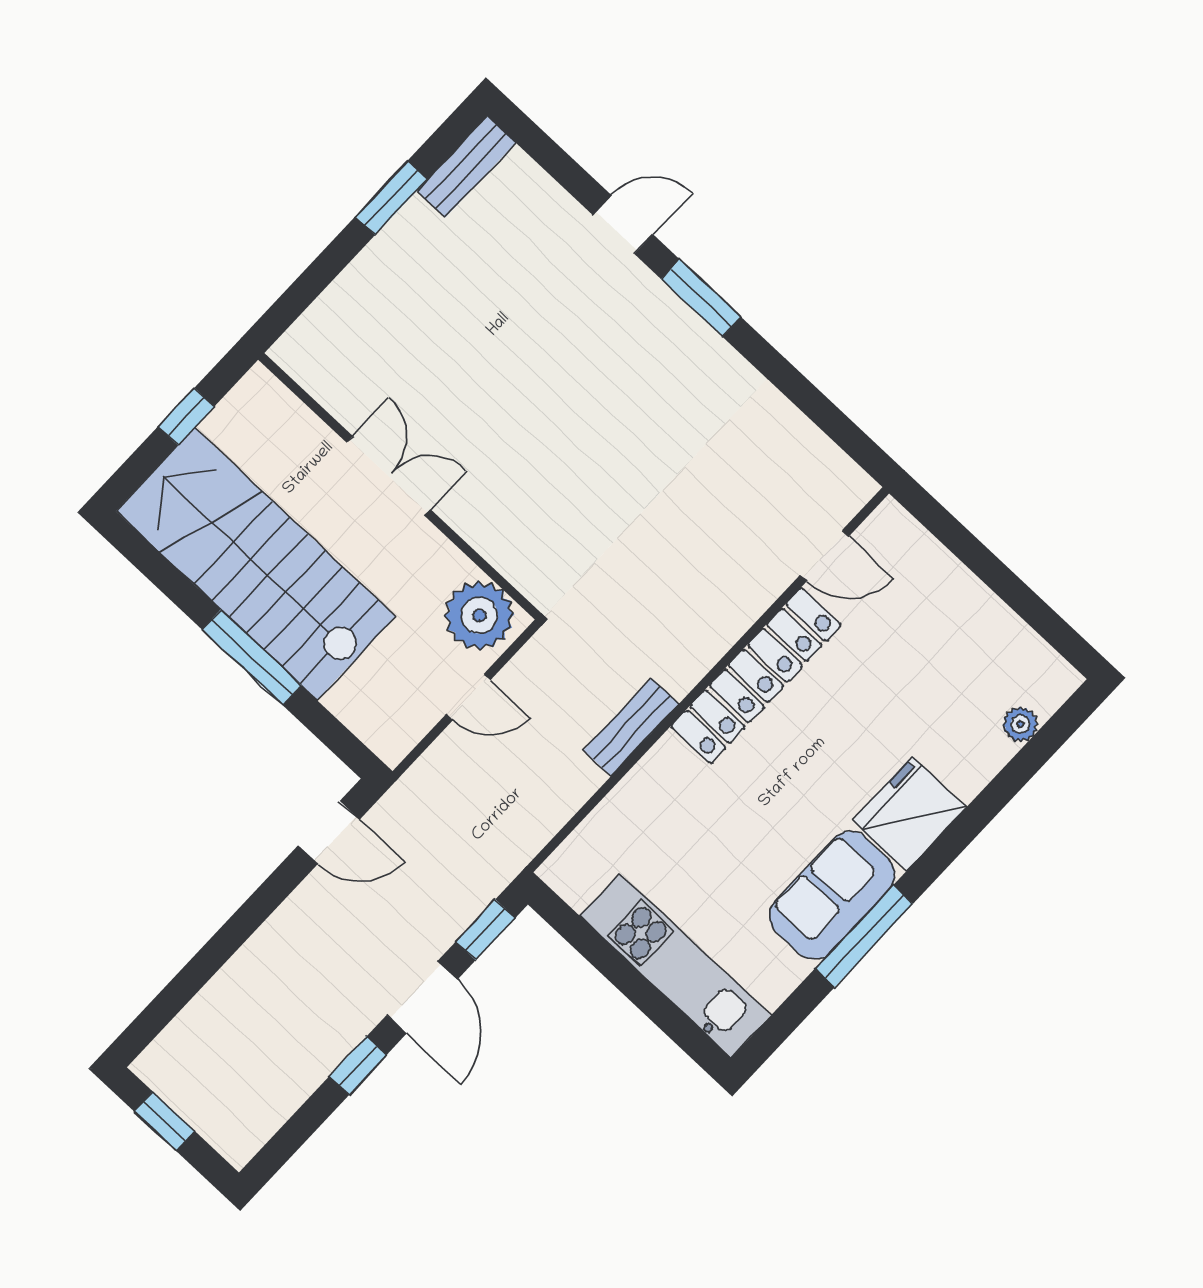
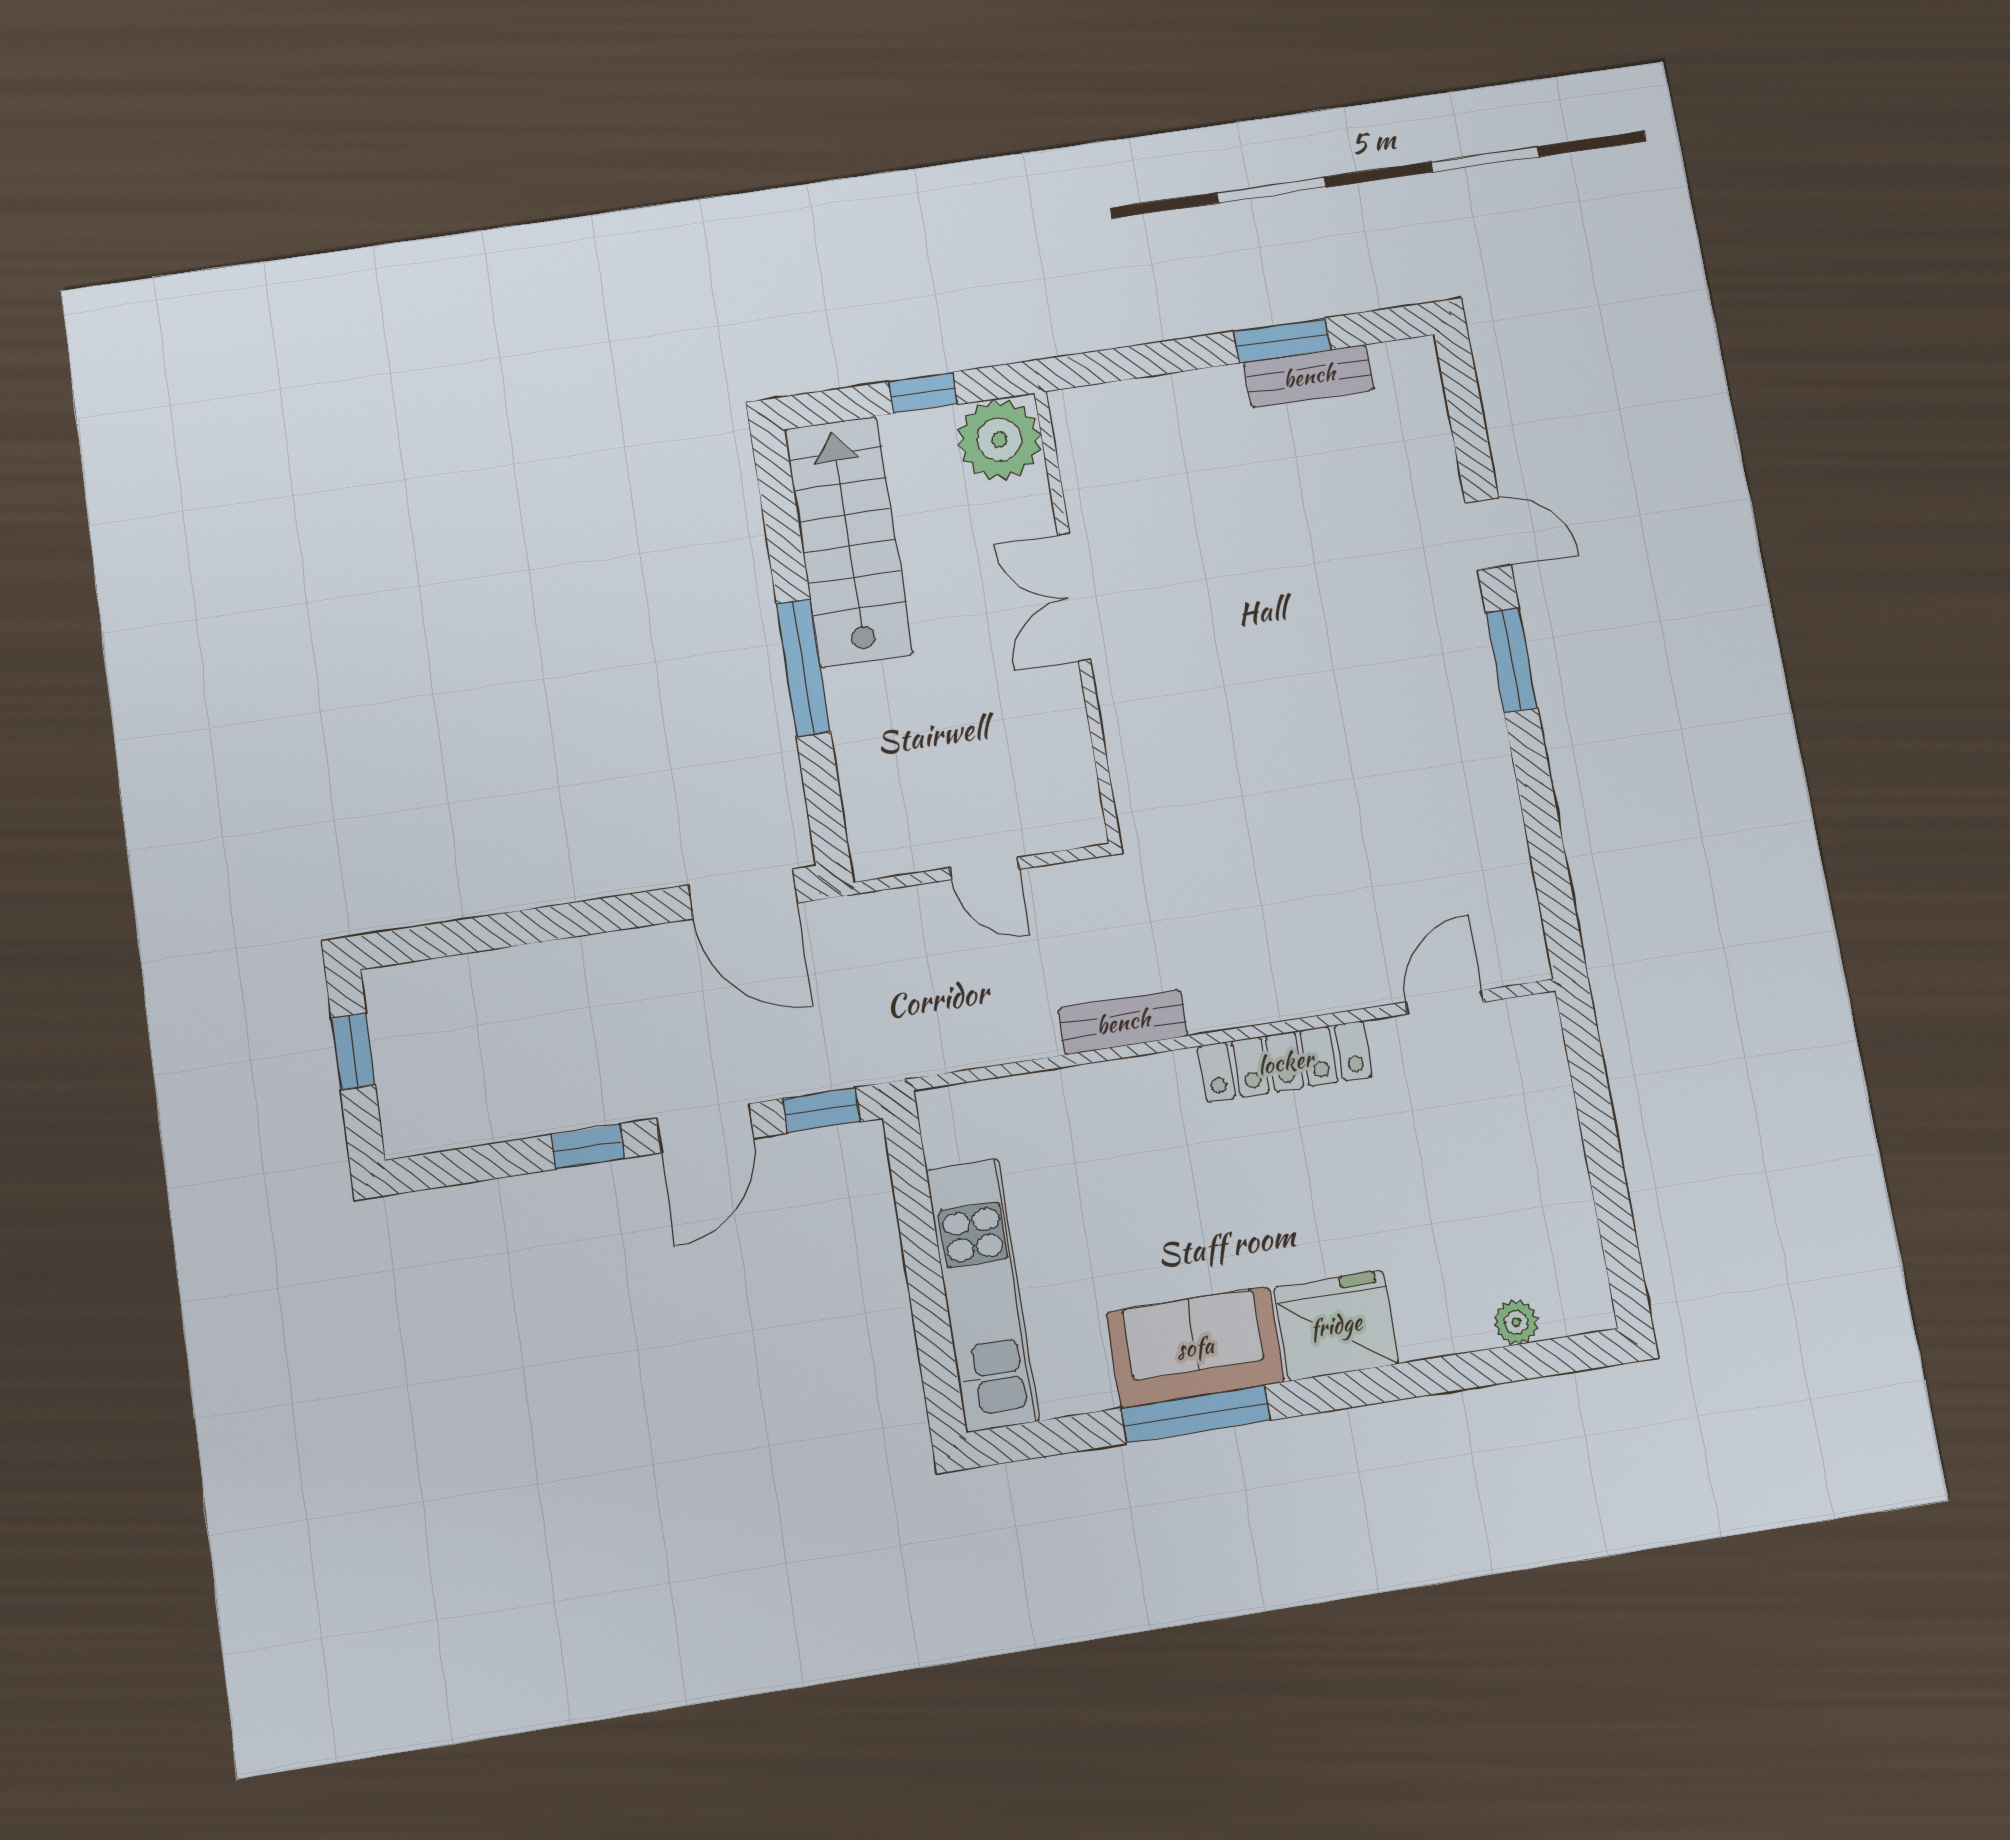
bench: (466, 167) -> (1309, 376), moved
double door: (389, 476) -> (1074, 597), swing flipped
door: (824, 556) -> (1444, 1002), swing flipped
stairs: (256, 564) -> (848, 541), width x0.73, depth x0.66
plant: (479, 615) -> (999, 440), moved
locker: (756, 676) -> (1285, 1062), width x0.71, depth x0.83
door: (329, 833) -> (743, 894), width x1.38

